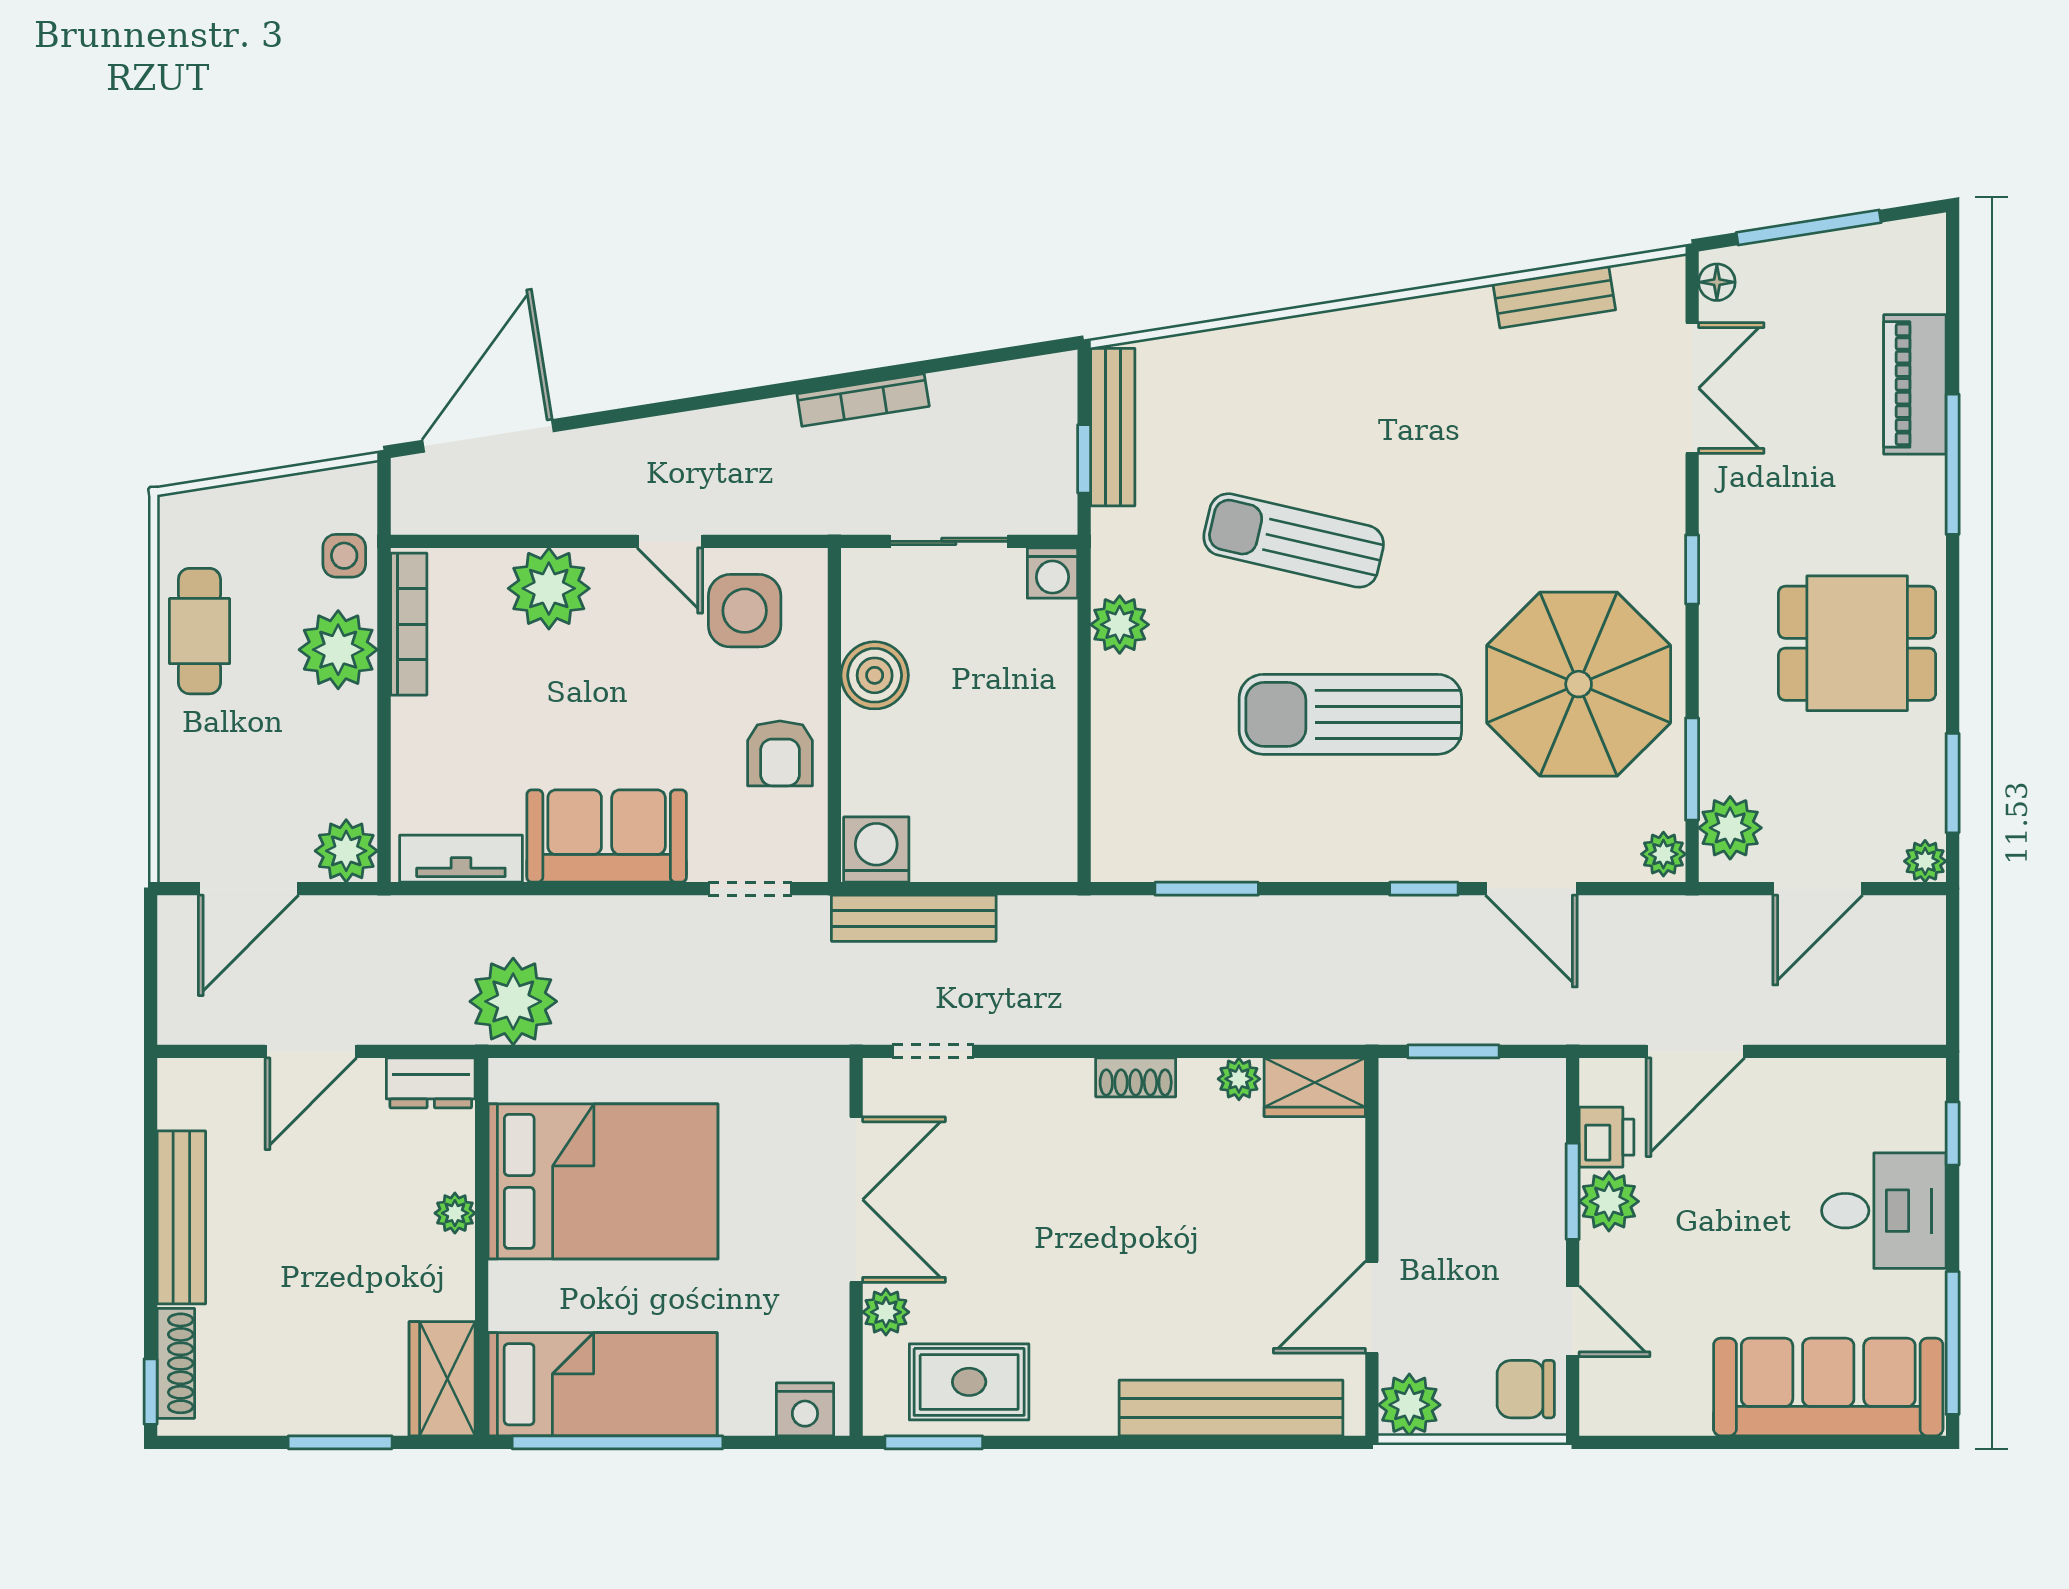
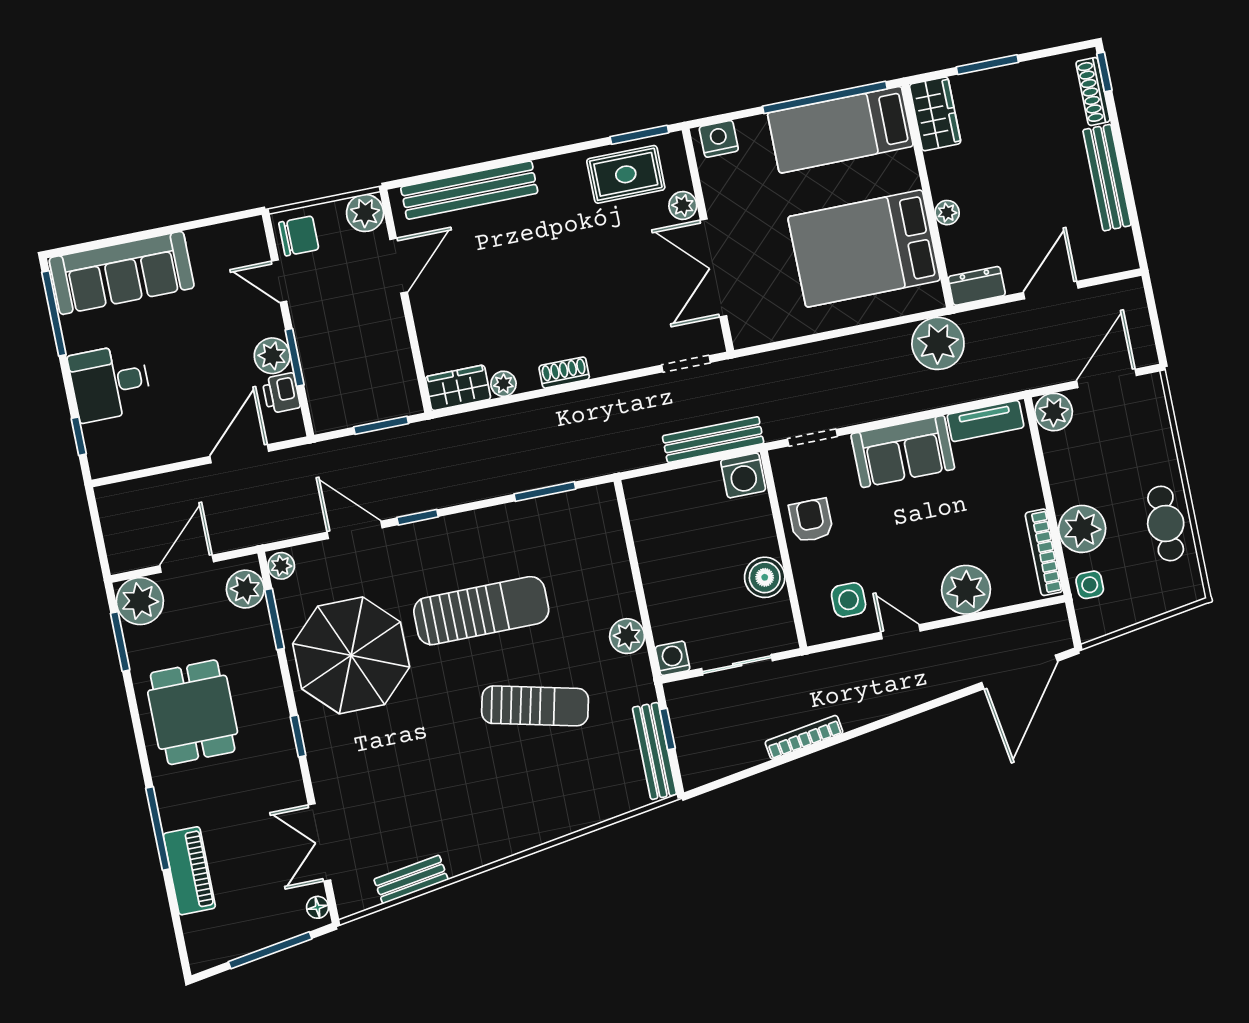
side table: (745, 611) -> (849, 600), width x0.73, depth x0.73
dining table: (1857, 643) -> (193, 712), turned 90
plant: (1925, 861) -> (140, 601), width x1.88, depth x1.88

